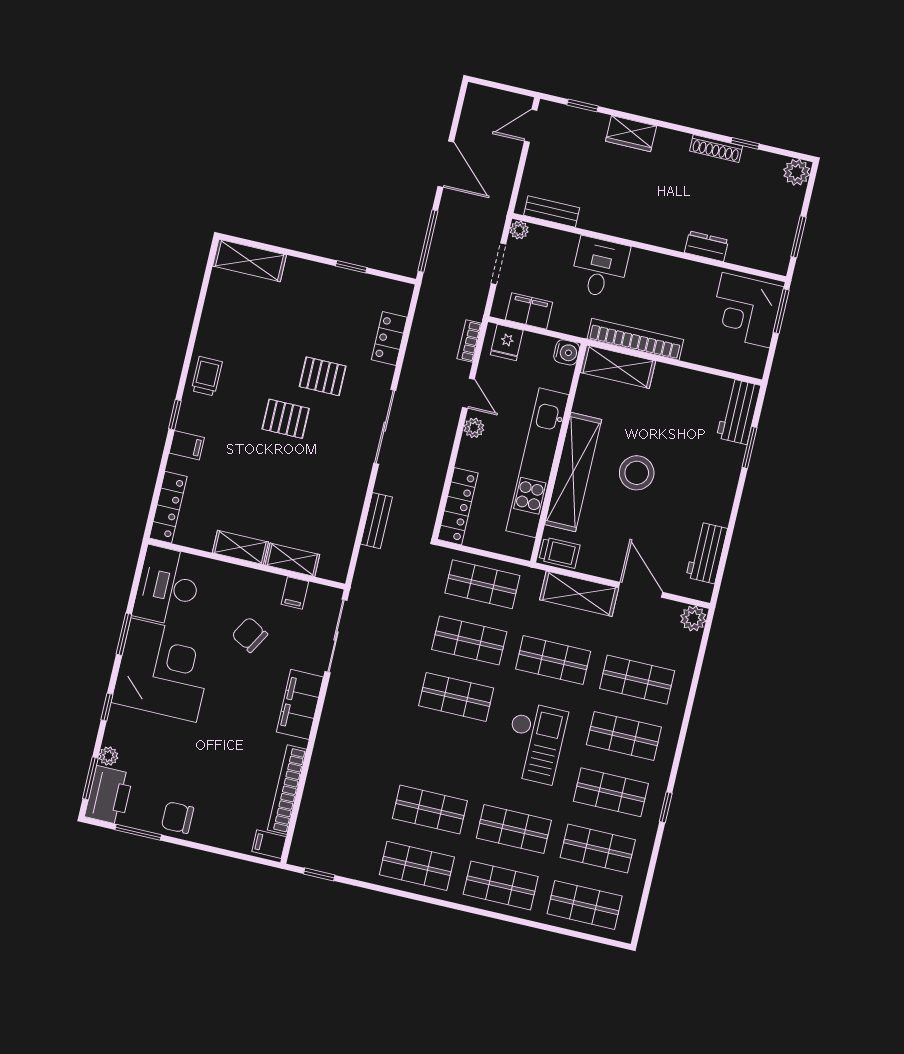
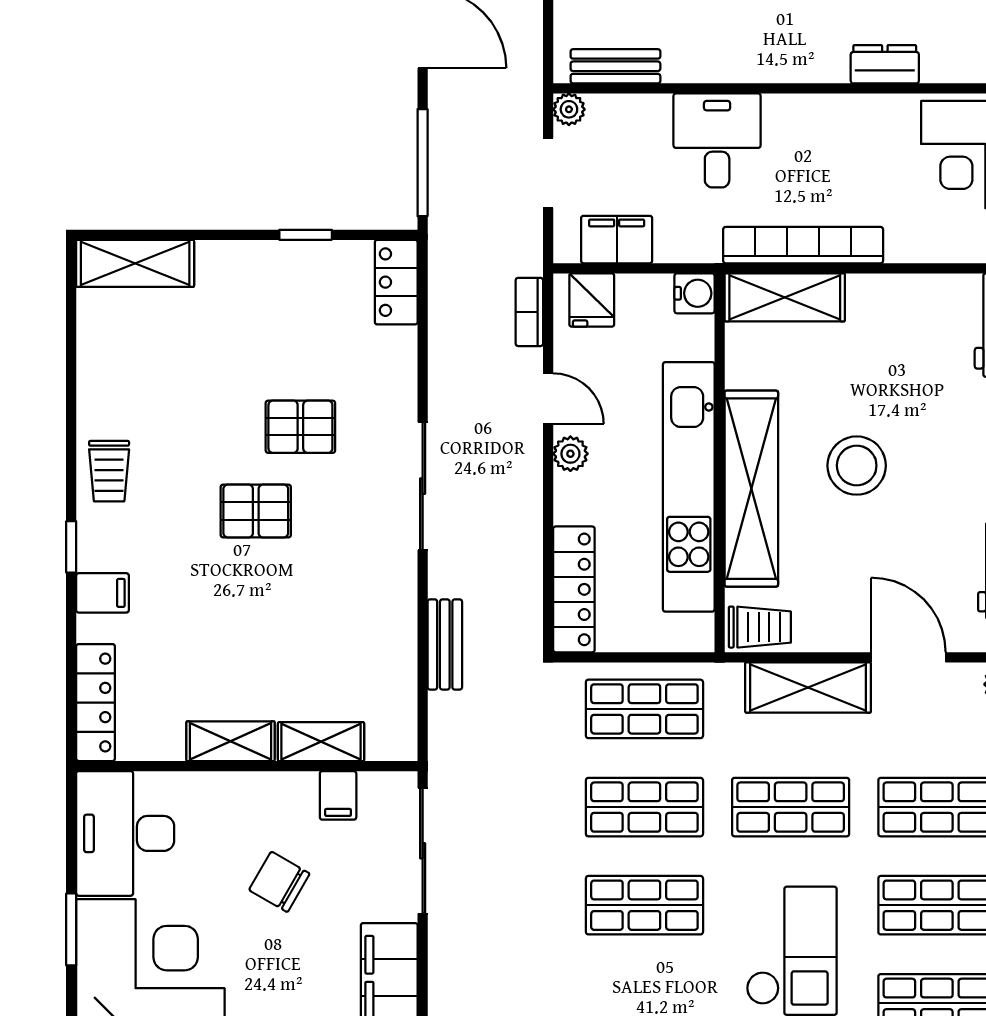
locker: (389, 339) -> (396, 282), moved
trolley: (207, 376) -> (109, 471), turned 180

